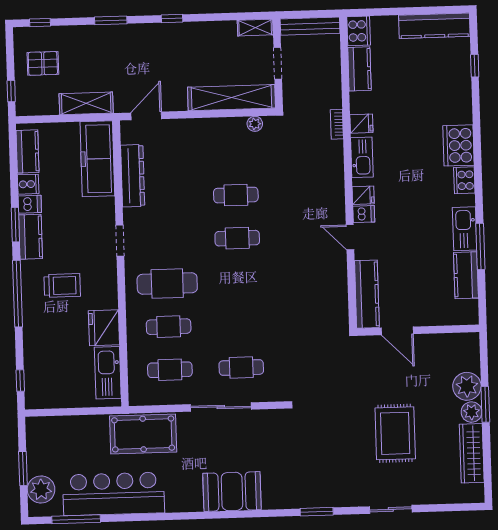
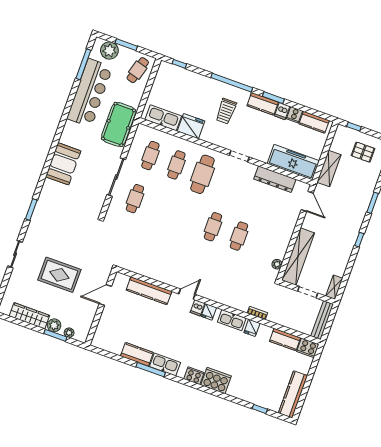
pallet: (43, 63) -> (363, 152), turned 90
wall: (418, 330) -> (101, 307), moved
door: (397, 331) -> (105, 295), moved
plant: (467, 386) -> (69, 333), width x0.53, depth x0.53
cafe table: (53, 437) -> (138, 70), added

